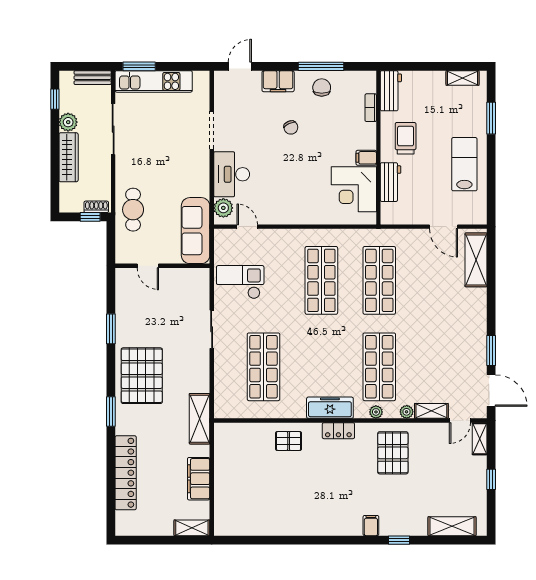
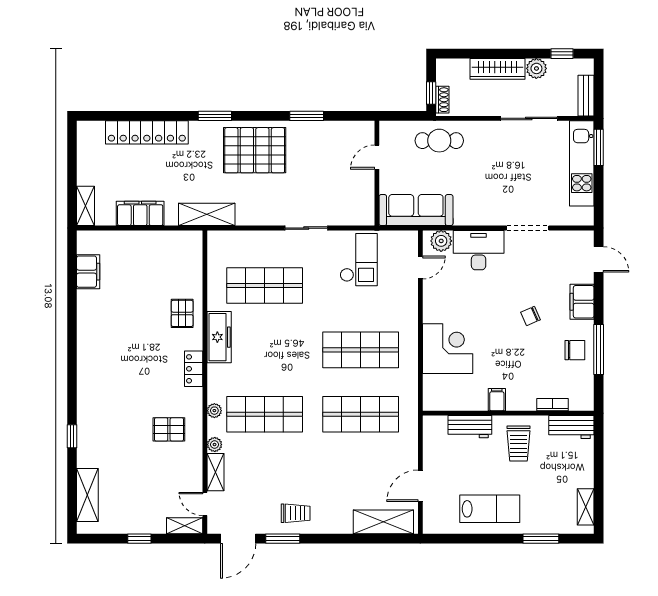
trolley: (406, 138) -> (519, 443), turned 90
corner desk: (354, 189) -> (448, 349), moved, turned 90
trolley: (468, 339) -> (296, 513), added
freezer: (330, 408) -> (219, 337), moved
pallet: (393, 453) -> (169, 429), width x0.67, depth x0.71
filing cabinet: (371, 526) -> (88, 272), moved, width x2.00

